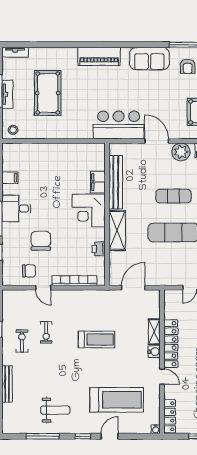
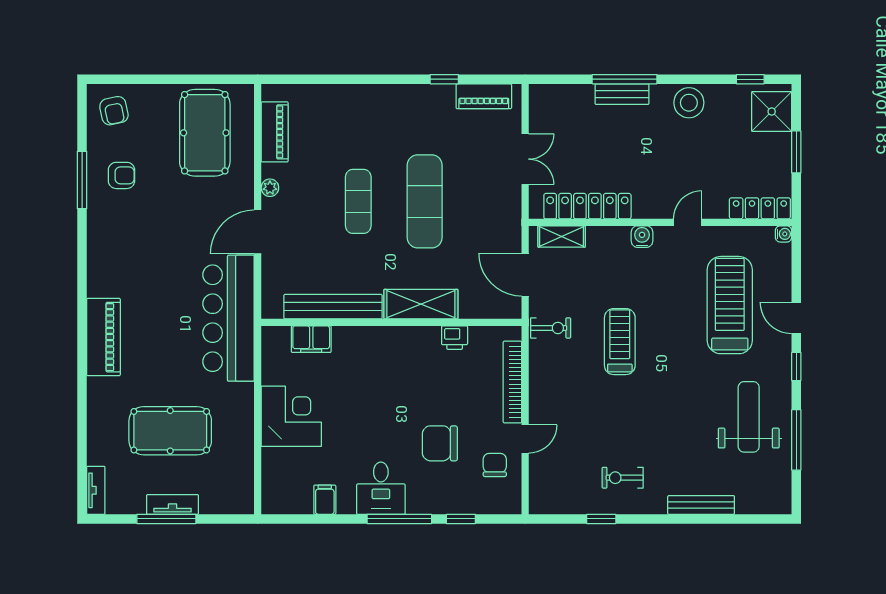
sofa: (149, 59) -> (108, 245), removed
bar counter: (119, 125) -> (229, 318), width x1.36
stool: (13, 130) -> (237, 494), removed
plant: (181, 152) -> (270, 188), width x0.53, depth x0.53
filing cabinet: (98, 182) -> (311, 339), moved
corner desk: (89, 211) -> (291, 416), moved, turned -90
exercise bike: (46, 332) -> (551, 328), moved
shelving: (154, 332) -> (562, 236), moved
locker: (171, 344) -> (587, 206), moved
weight bench: (55, 410) -> (749, 417), width x1.36, depth x1.33

